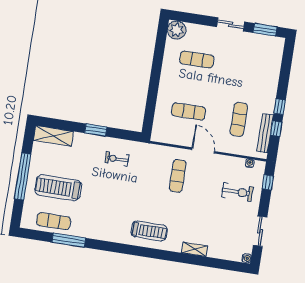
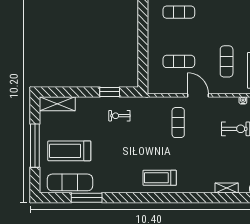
window: (96, 130) -> (110, 92), moved
exercise mat: (54, 221) -> (70, 182), width x1.36, depth x1.45
treadmill: (149, 231) -> (160, 178), turned 180
shelving: (195, 249) -> (227, 188), moved

